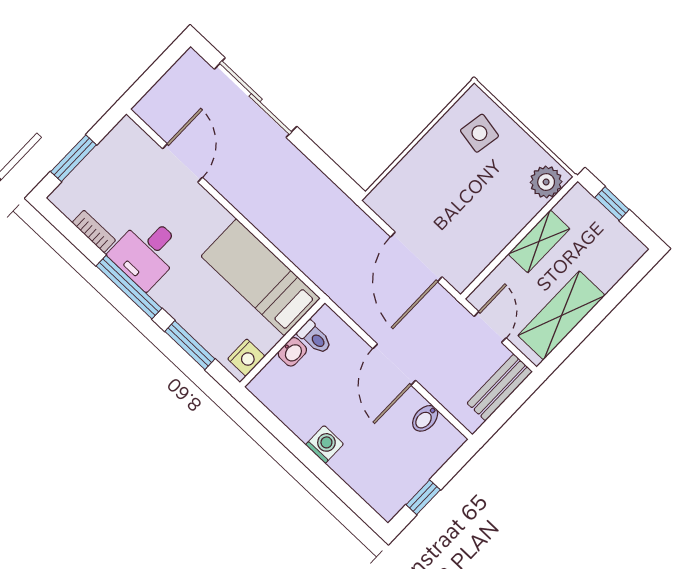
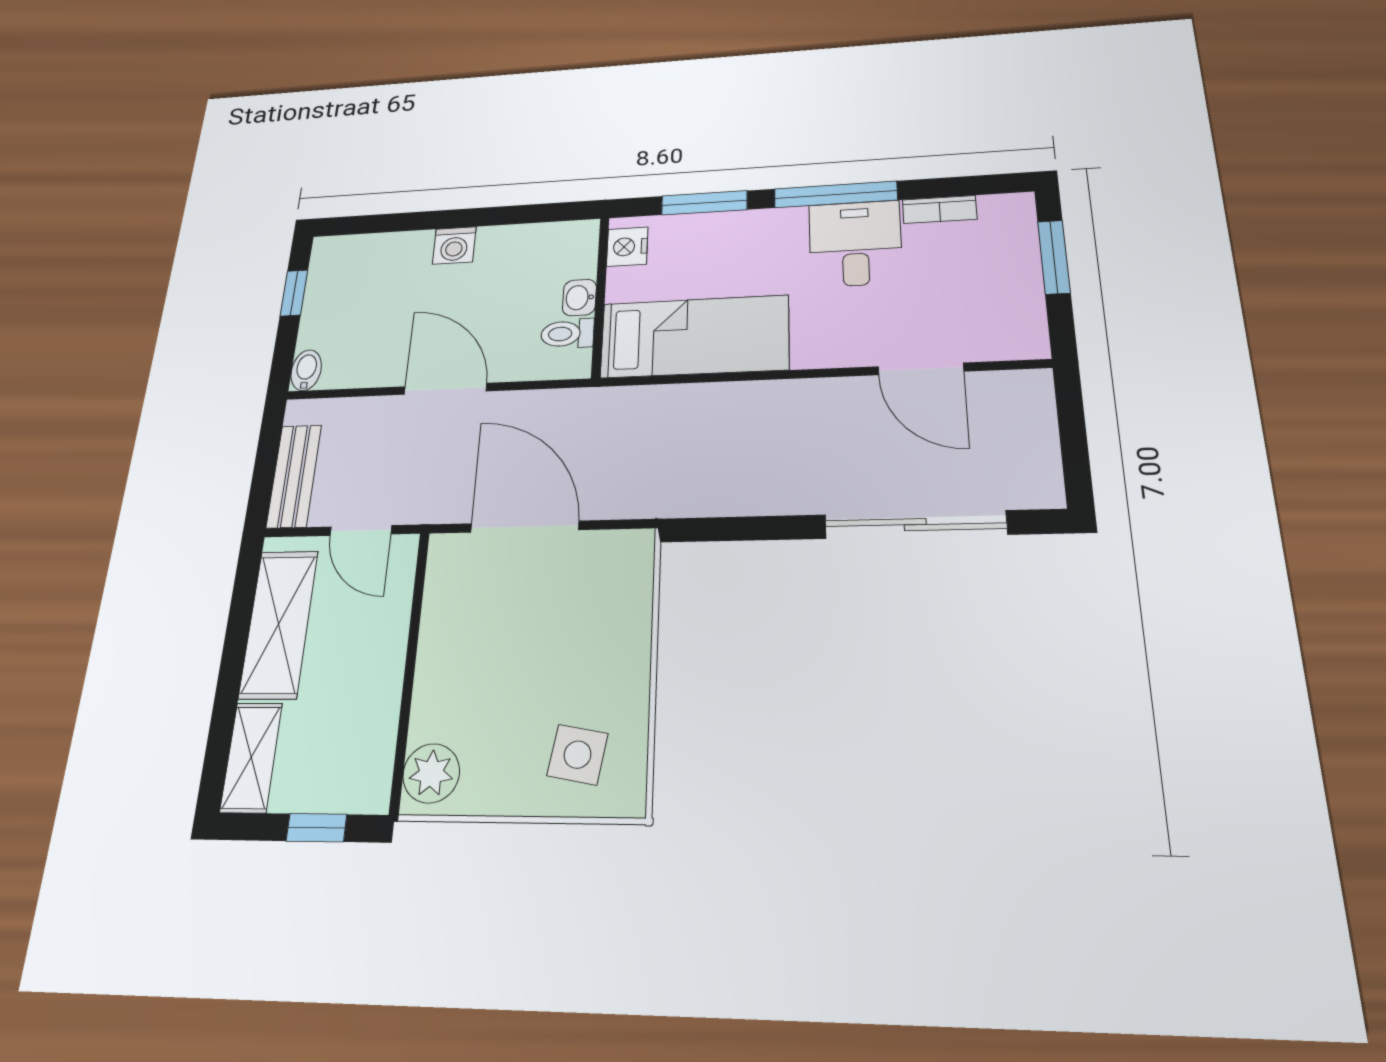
shelving: (539, 241) -> (251, 757), moved
bidet: (425, 418) -> (306, 370), moved

